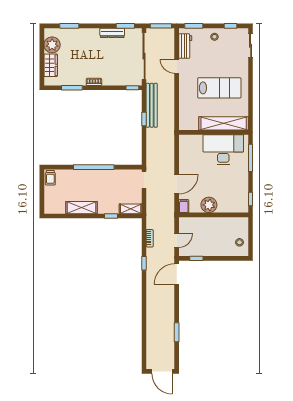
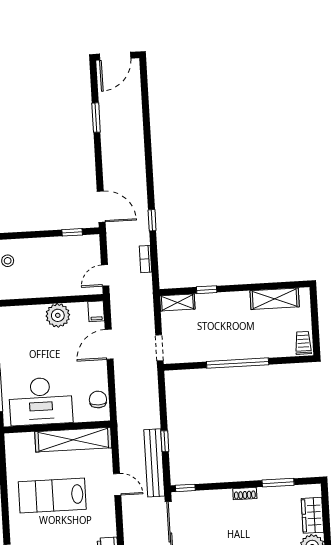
door: (177, 66) -> (117, 484), moved
shelving: (224, 123) -> (73, 440), moved
chair: (186, 149) -> (98, 399), added
shelving: (82, 208) -> (275, 299), moved
door: (177, 240) -> (105, 275), moved
door: (177, 274) -> (101, 207), hinge flipped
door: (162, 371) -> (115, 56), swing flipped

